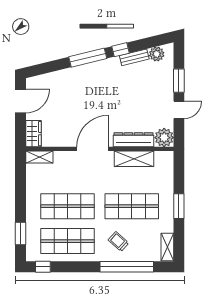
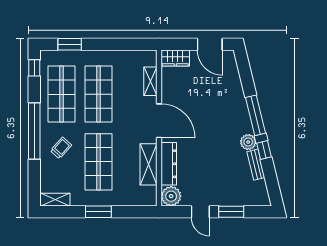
plant: (157, 54) -> (248, 142), moved
shelving: (39, 157) -> (150, 81), moved
window: (127, 267) -> (34, 131), moved

